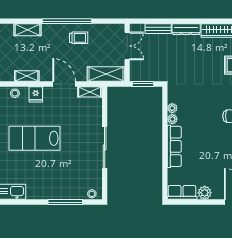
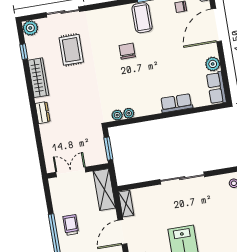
bench: (158, 29) -> (47, 142), removed
dresser: (186, 29) -> (43, 113), width x0.70
plant: (172, 119) -> (117, 115), moved
row of seats: (174, 146) -> (176, 103), width x0.68

